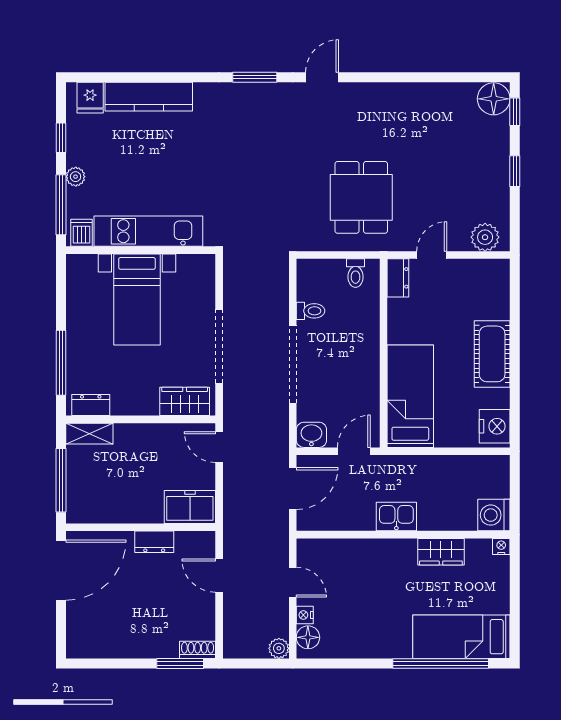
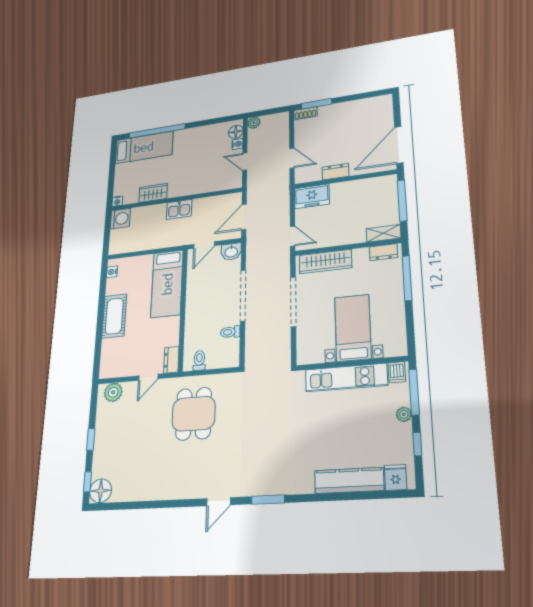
wardrobe: (185, 401) -> (325, 262), width x1.50
nightstand: (495, 426) -> (112, 272), width x0.53, depth x0.56

